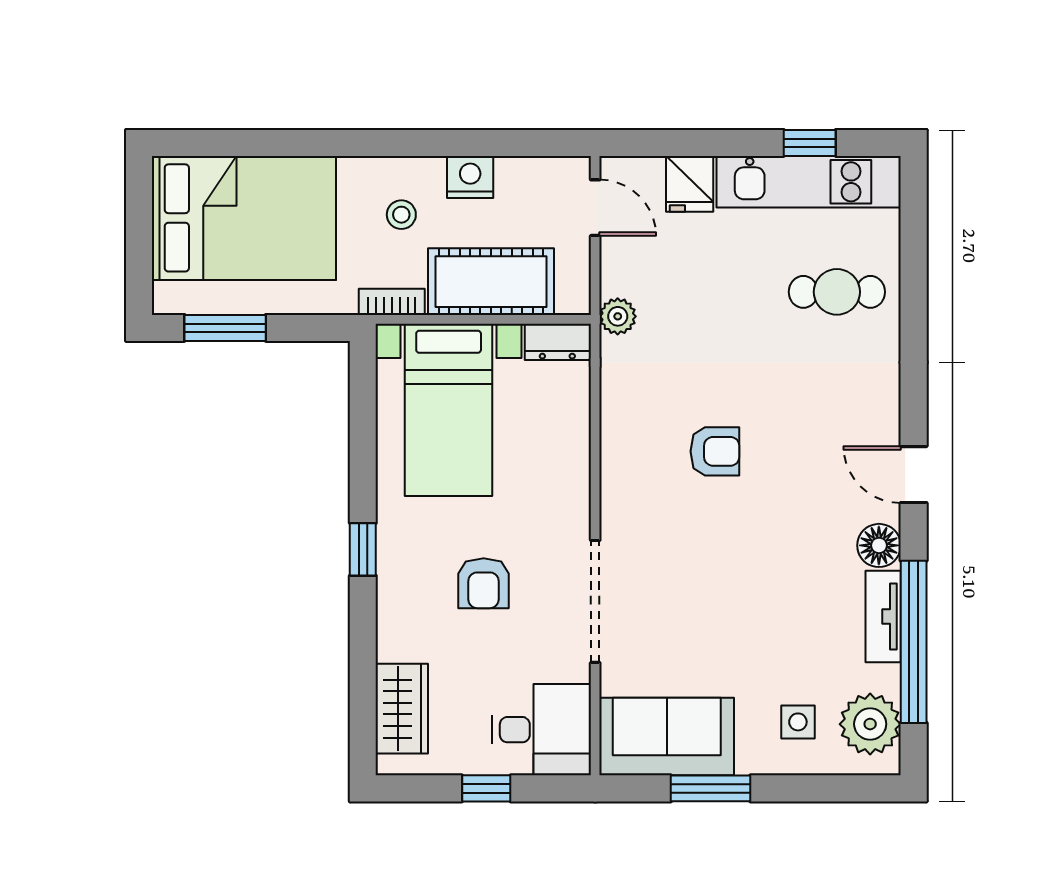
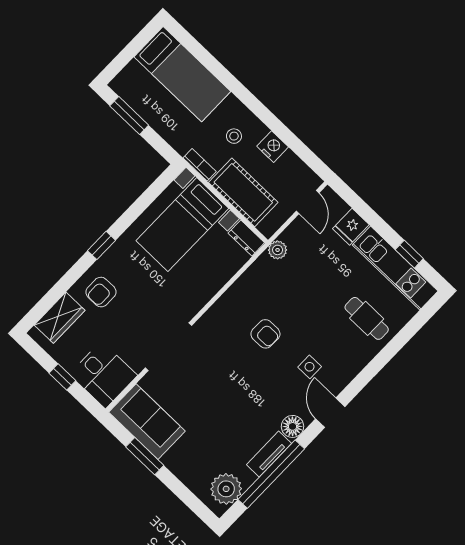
bed: (244, 218) -> (182, 74), width x0.67
armchair: (484, 583) -> (101, 292), moved
side table: (798, 722) -> (310, 367), moved

